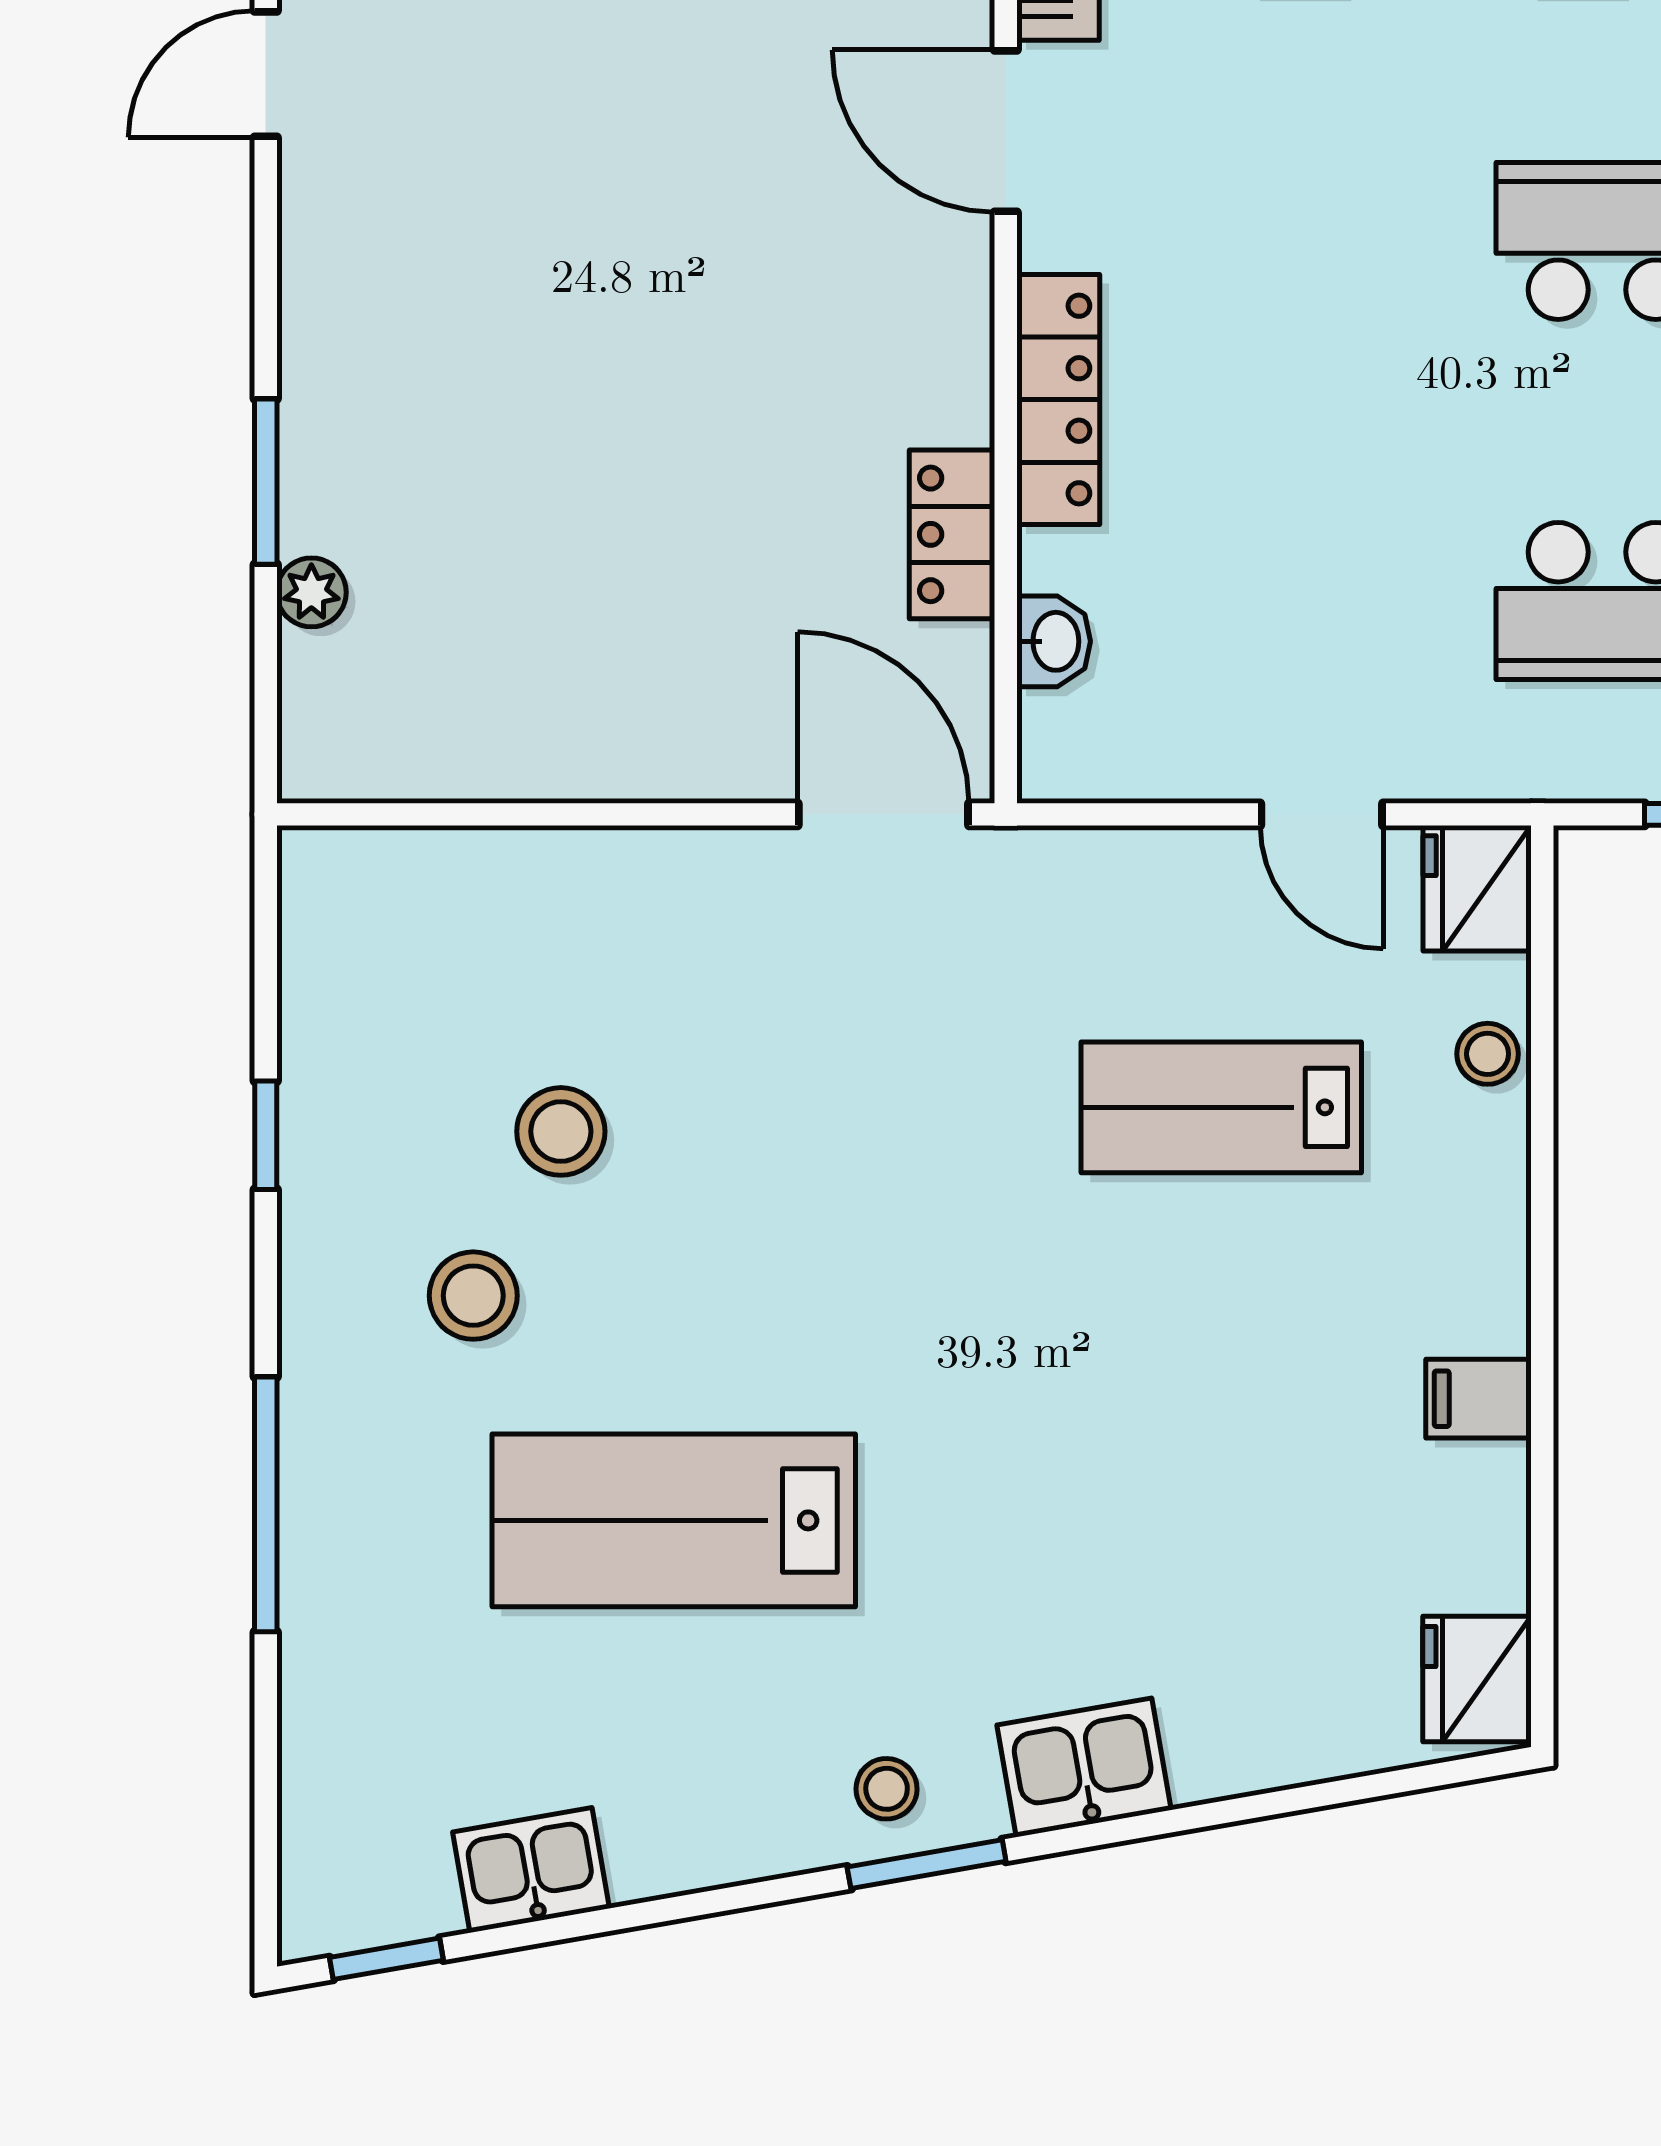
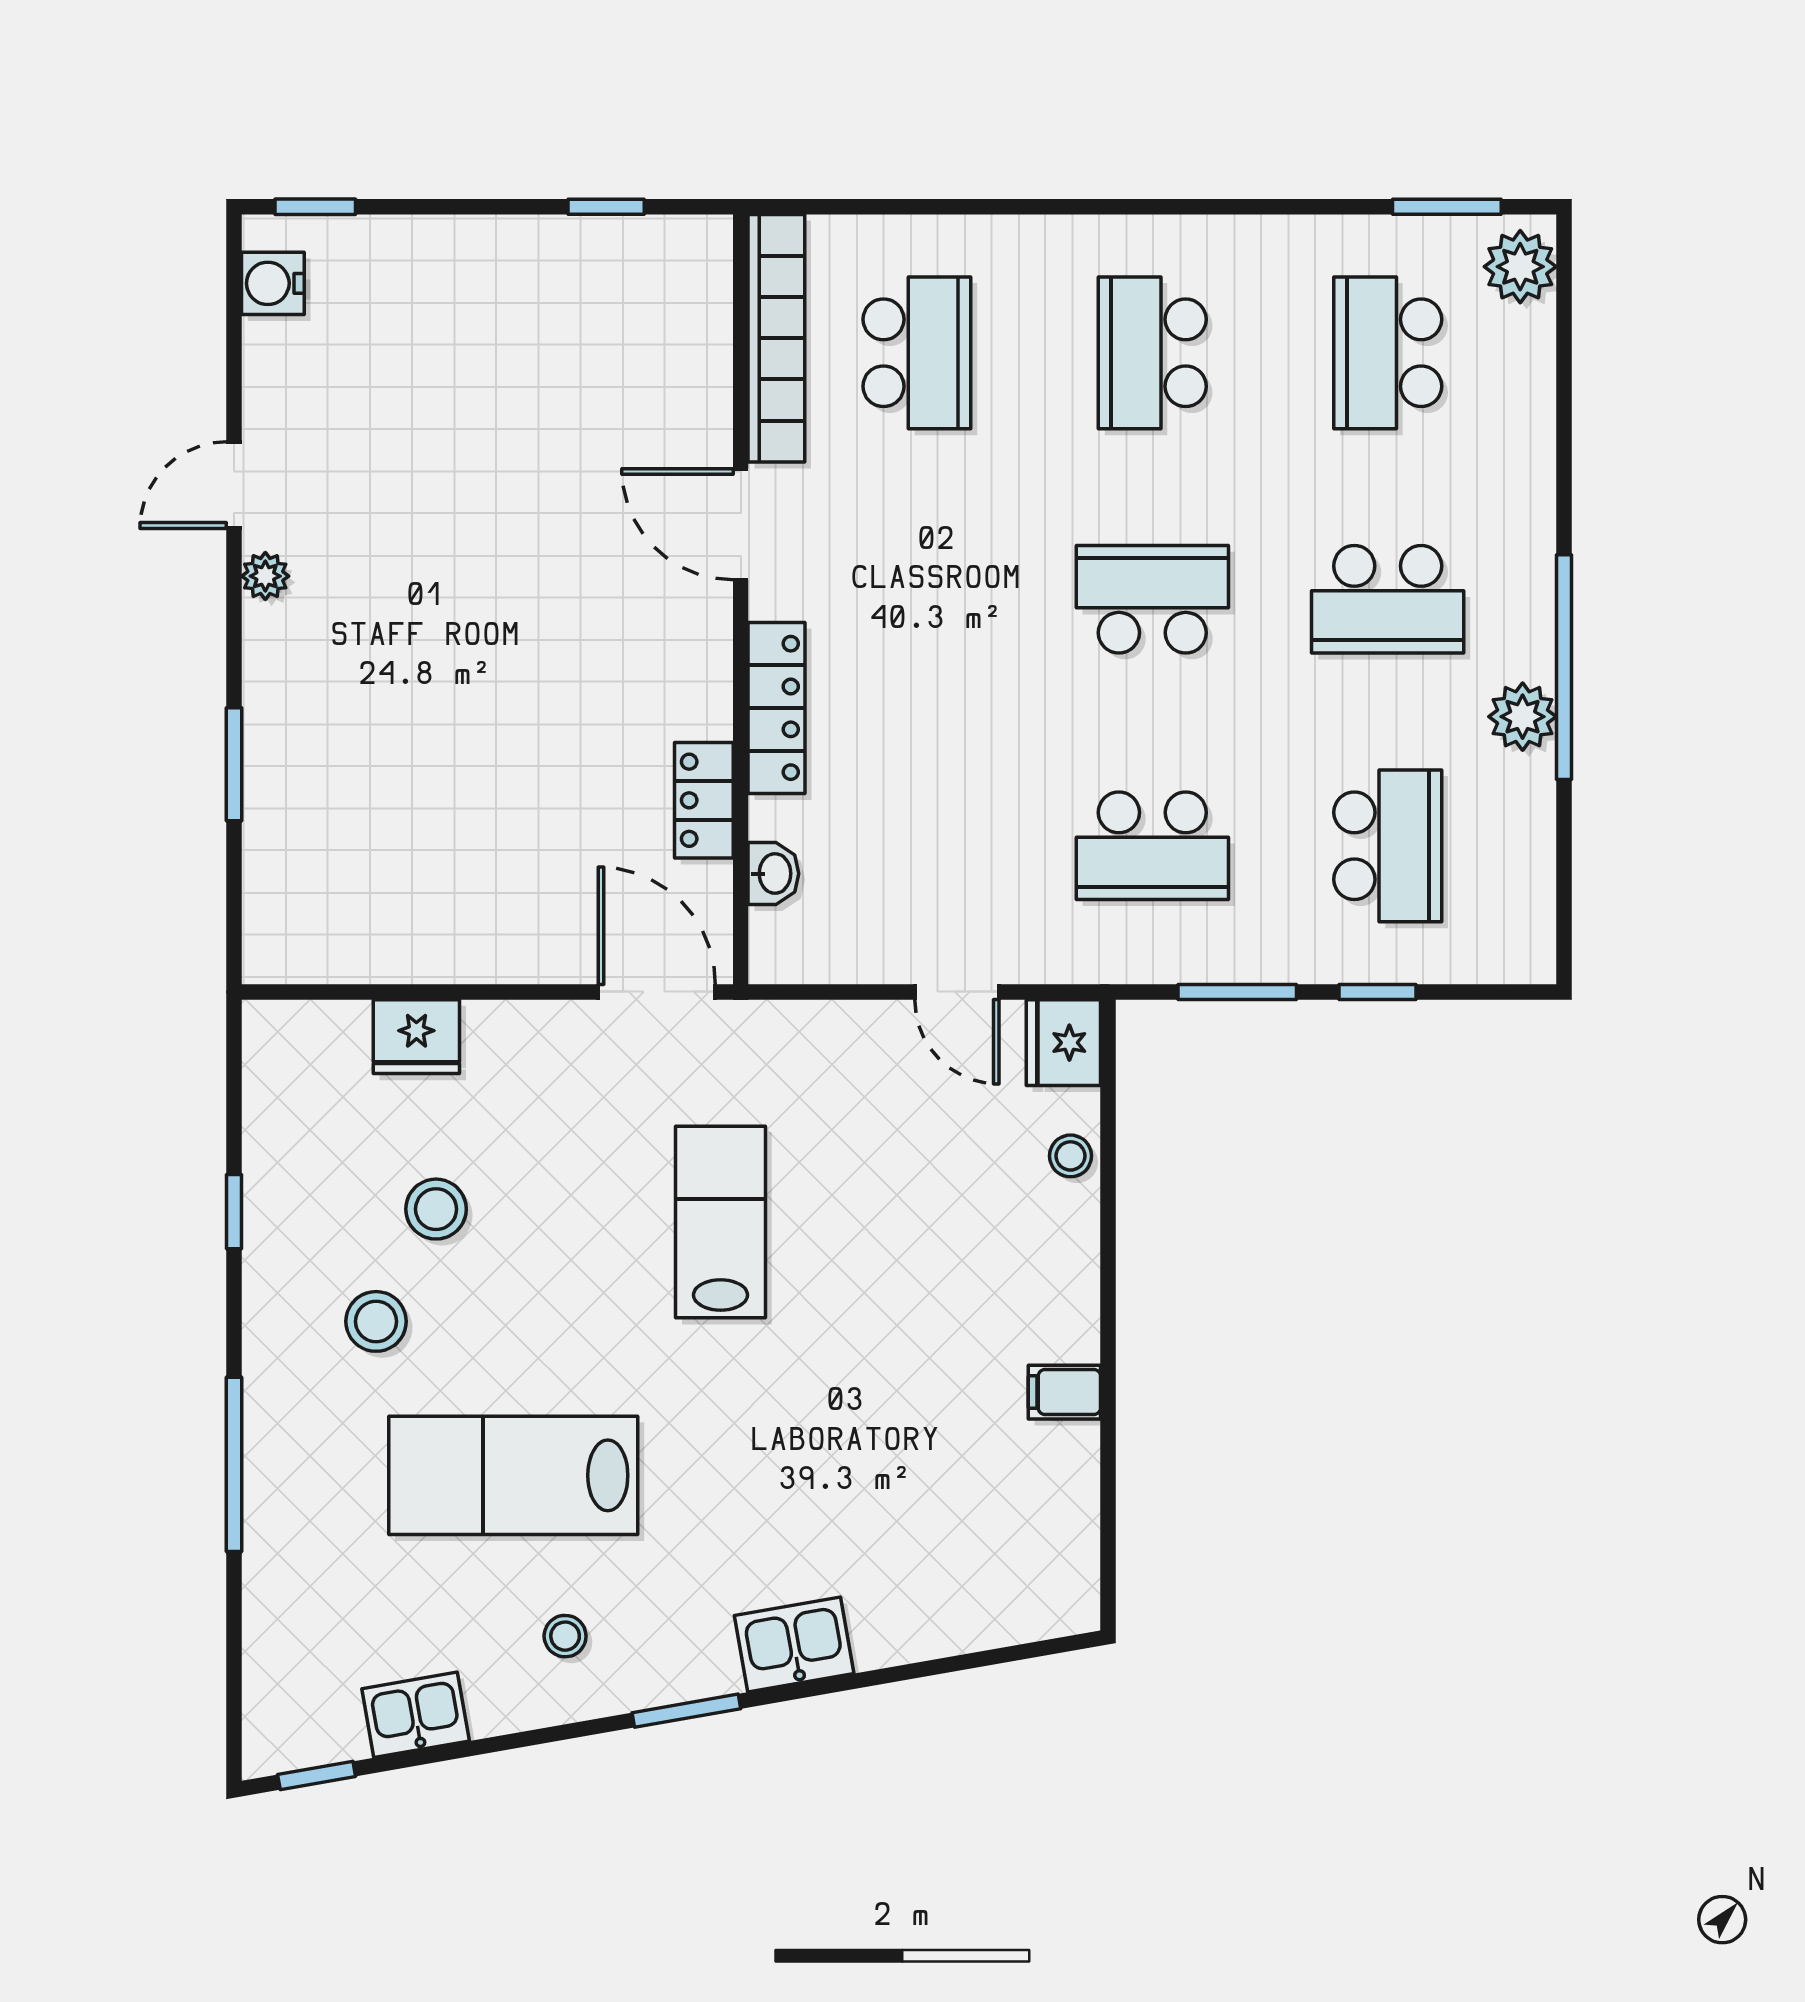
plant: (311, 592) -> (265, 576), moved
lab bench: (1221, 1107) -> (721, 1222), moved, turned 90
fridge: (1477, 1679) -> (416, 1037), moved, turned -90
stool: (887, 1789) -> (565, 1636), moved

